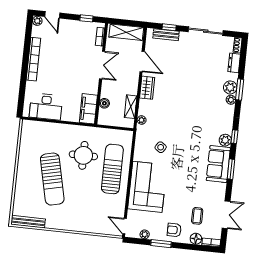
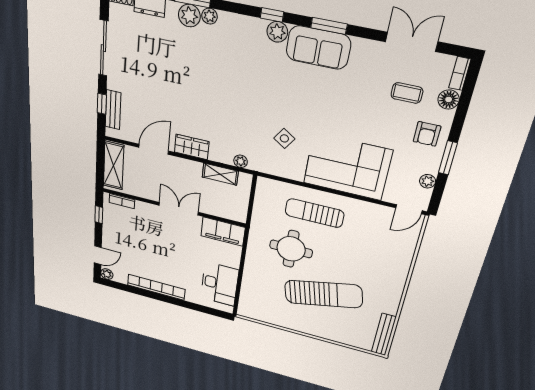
double door: (102, 65) -> (179, 209), moved
boiler: (104, 103) -> (215, 209), removed
sun lounger: (112, 169) -> (314, 213), width x0.73, depth x0.75

